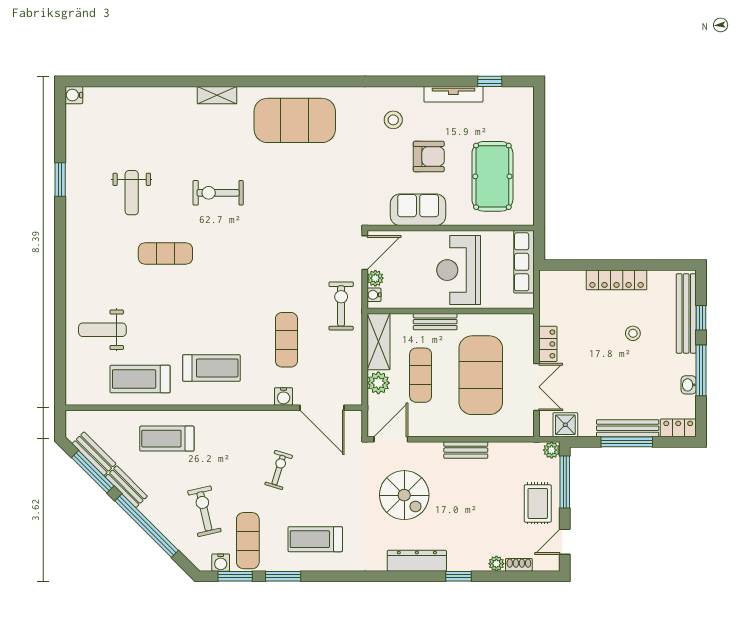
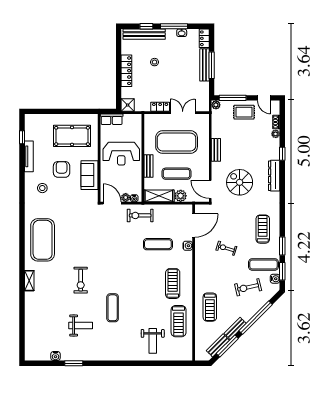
water cooler: (74, 95) -> (56, 356), moved
row of seats: (524, 262) -> (112, 119), width x0.68
shower: (565, 425) -> (128, 105), moved
spiral stairs: (404, 495) -> (240, 182), turned -90
treadmill: (315, 539) -> (263, 229), turned 180

